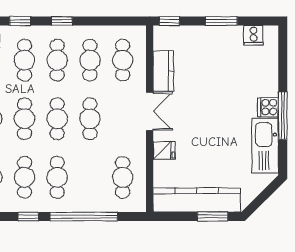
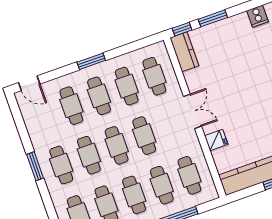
window: (20, 21) -> (56, 74), removed
window: (62, 21) -> (91, 61), width x1.50
window: (221, 21) -> (213, 18), moved
kitchen counter: (163, 71) -> (184, 52), moved
cafe table: (90, 177) -> (162, 185), added

